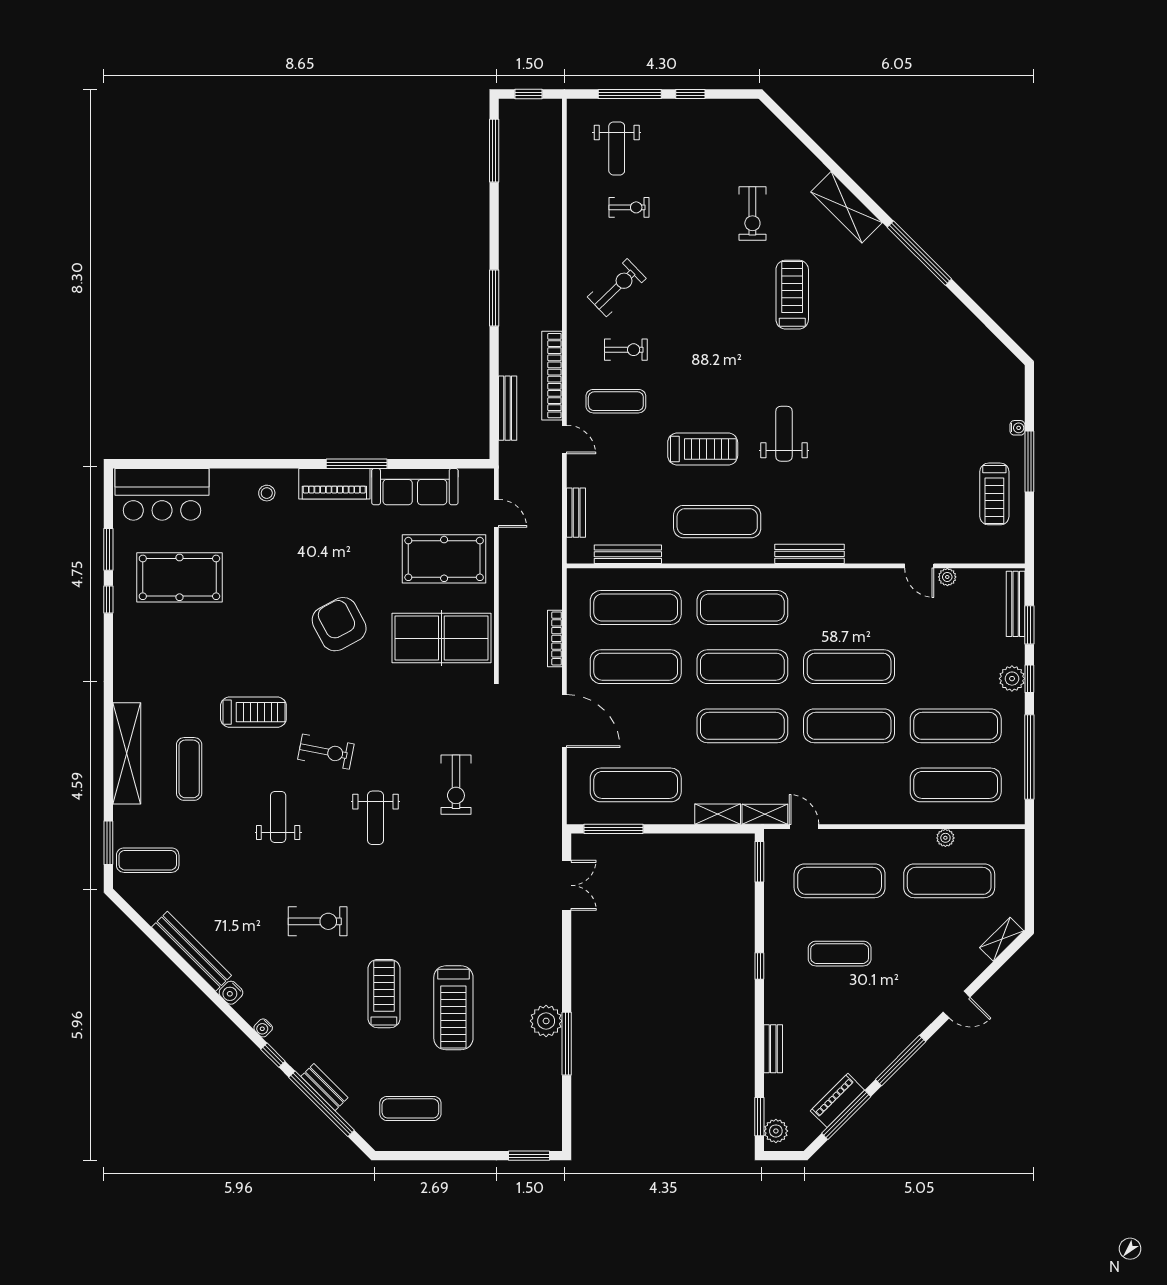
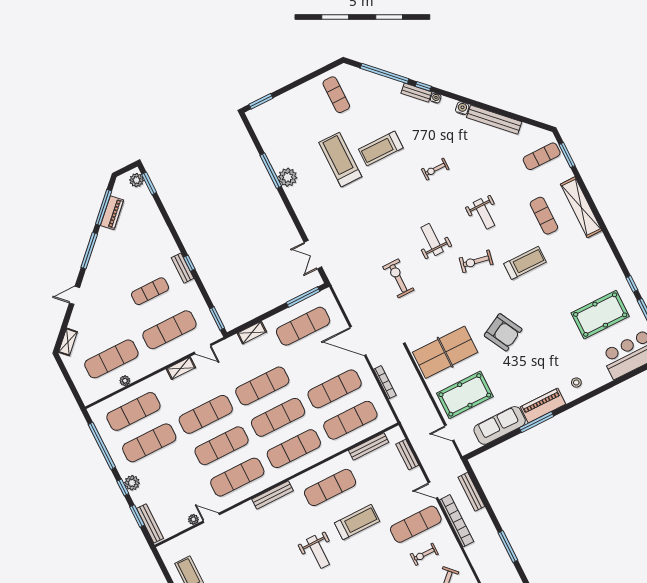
exercise mat: (616, 401) -> (416, 524), width x1.36, depth x1.45
treadmill: (703, 449) -> (357, 522), turned 180
exercise mat: (849, 608) -> (237, 477), added
treadmill: (253, 712) -> (525, 263), turned 180
shelving: (765, 814) -> (181, 368), moved
exercise bike: (318, 921) -> (435, 169), width x0.73, depth x0.72
treadmill: (384, 994) -> (381, 149), turned 90
bench: (773, 1049) -> (183, 268), moved
bench: (324, 1087) -> (416, 93), moved
exercise mat: (410, 1108) -> (336, 95), turned 90

